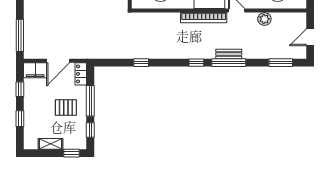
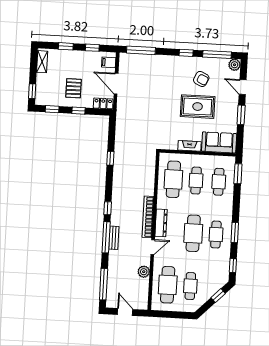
window: (281, 63) -> (104, 284), width x1.44
filing cabinet: (35, 70) -> (109, 62), width x0.50
window: (90, 101) -> (78, 111), width x0.46
shelving: (50, 144) -> (42, 62), moved

